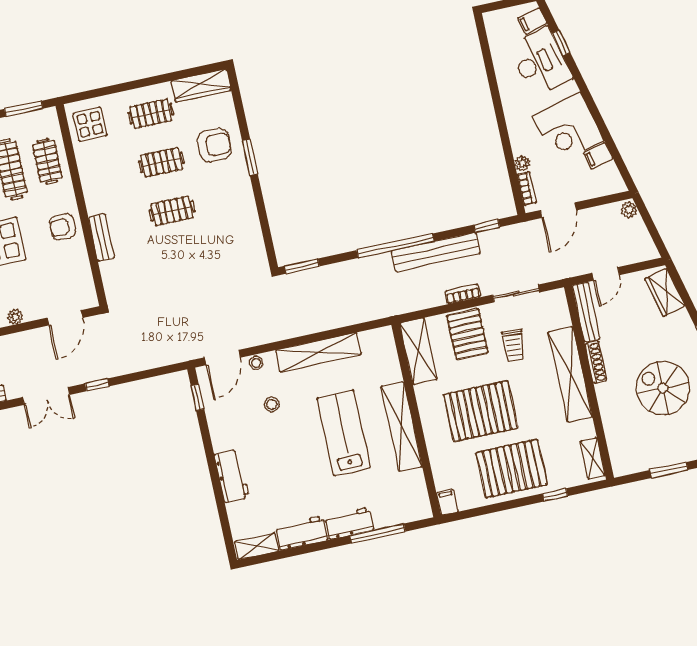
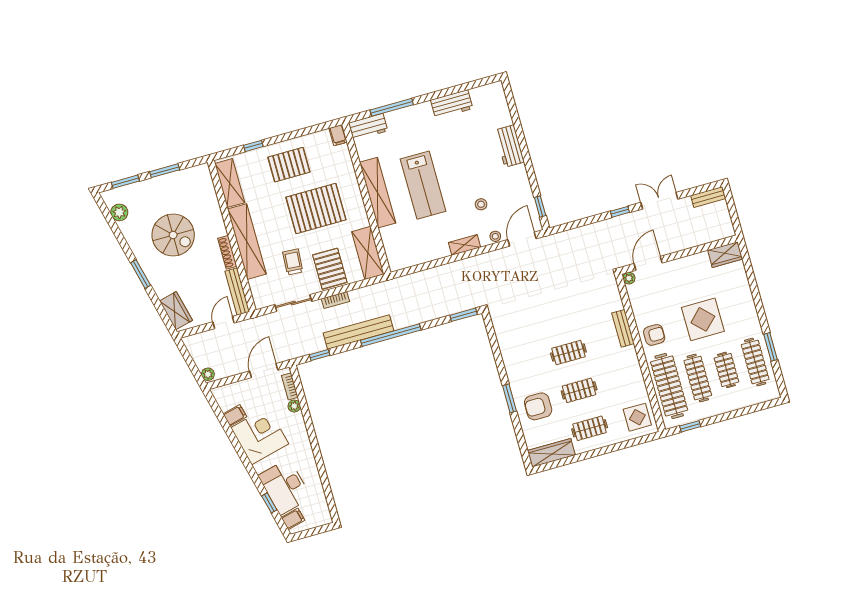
window: (24, 109) -> (690, 426), width x0.67
clothes rail: (47, 161) -> (669, 386), width x1.86, depth x1.31
plant: (15, 317) -> (629, 278), moved
shelving: (318, 352) -> (464, 245), width x0.45, depth x0.75
shelving: (593, 458) -> (230, 183), width x1.50, depth x1.33
pallet: (512, 469) -> (289, 165), width x0.73, depth x0.71
workbench: (349, 524) -> (368, 127), moved
shelving: (257, 546) -> (487, 92), removed

